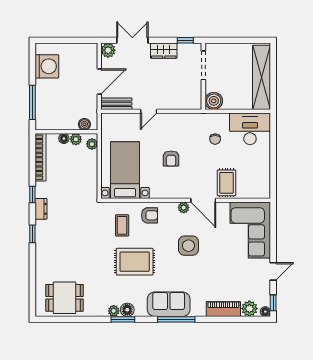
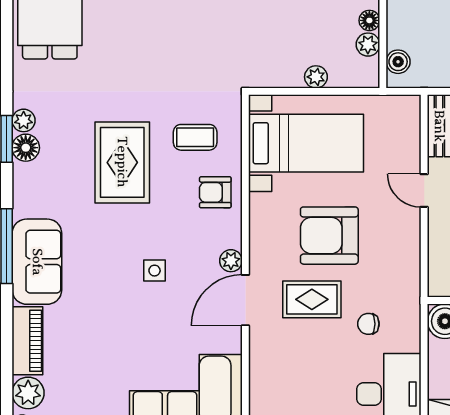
plant: (92, 144) -> (316, 77), moved
armchair: (171, 159) -> (329, 236), width x1.88, depth x1.88
rug: (227, 183) -> (312, 299), moved
armchair: (149, 215) -> (215, 192), turned 90
side table: (188, 246) -> (155, 271), width x0.54, depth x0.54
sofa: (169, 304) -> (37, 262), moved

